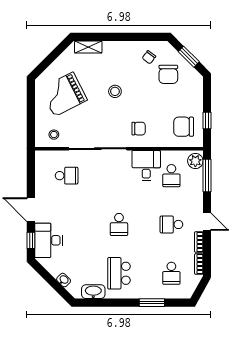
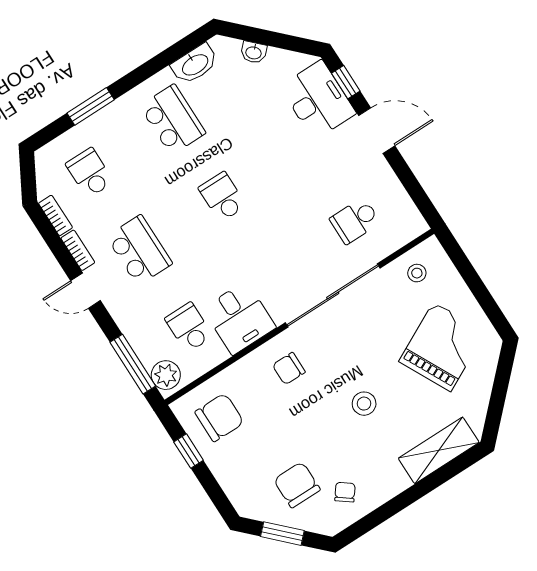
shelving: (88, 47) -> (439, 450), width x1.50, depth x1.33
school desk: (171, 224) -> (139, 250), width x1.85

